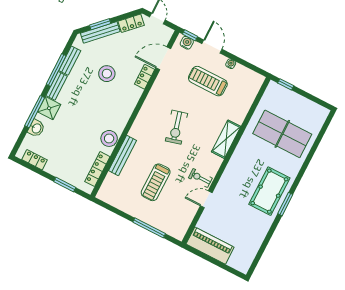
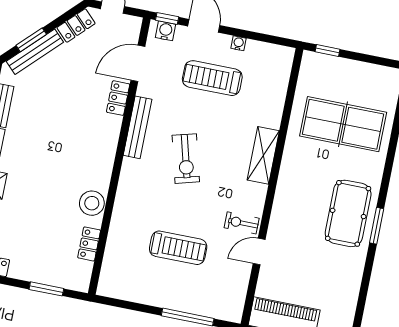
stool: (107, 74) -> (62, 109), removed
bench: (122, 155) -> (138, 127), moved
locker: (97, 169) -> (89, 244), width x0.66
treadmill: (156, 182) -> (178, 248), turned -90

